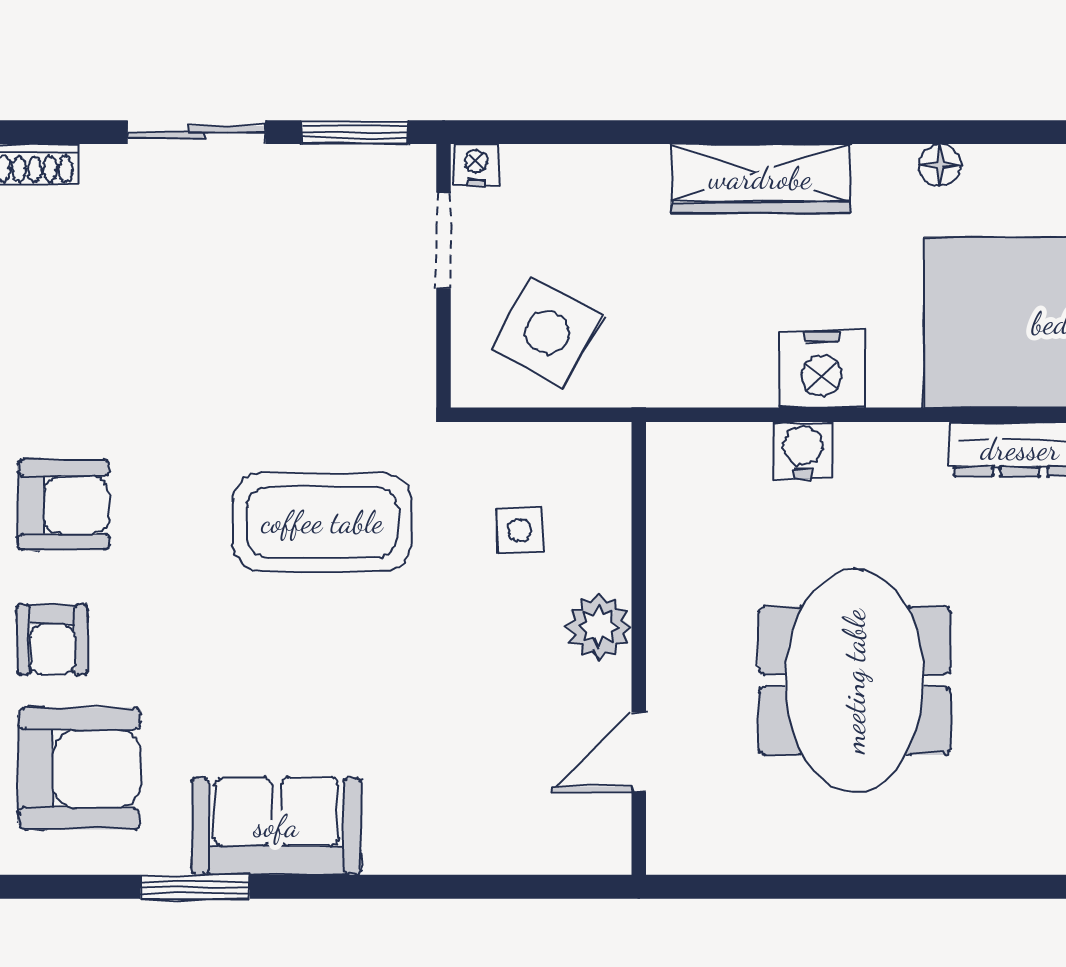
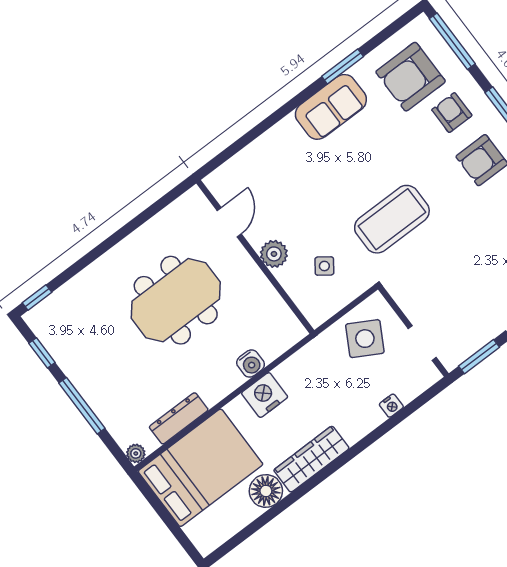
nightstand: (476, 165) -> (391, 406), moved
floor lamp: (940, 165) -> (266, 491), width x1.89, depth x1.89
wardrobe: (760, 178) -> (311, 459), moved
side table: (520, 530) -> (324, 266), turned 37
meeting table: (854, 681) -> (176, 300), turned 90

